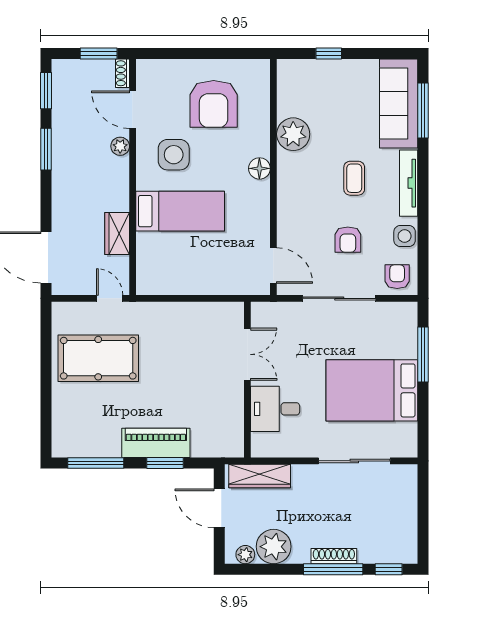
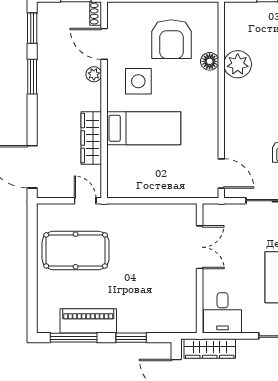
floor lamp: (259, 168) -> (210, 61), moved
wardrobe: (117, 234) -> (91, 138), width x1.50
desk: (275, 409) -> (223, 313), moved, turned -90
piano: (156, 443) -> (88, 321), moved

